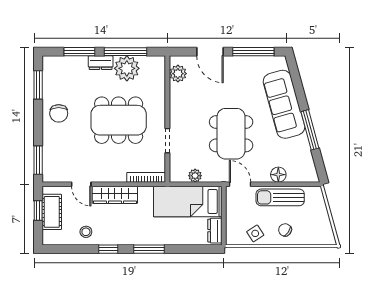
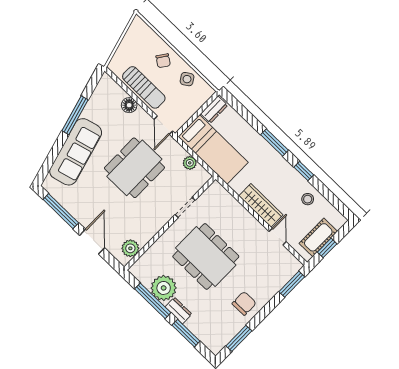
bookcase: (146, 177) -> (226, 196), removed

